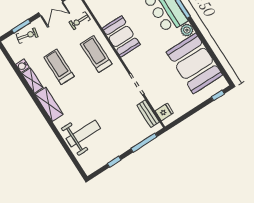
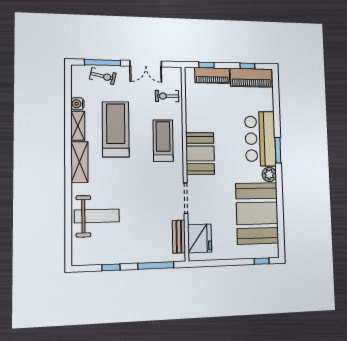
window: (21, 26) -> (103, 63), width x1.44
booth: (121, 36) -> (200, 153), moved
treadmill: (59, 67) -> (116, 129), width x1.37, depth x1.38
fridge: (164, 112) -> (200, 238), width x1.88, depth x1.34

